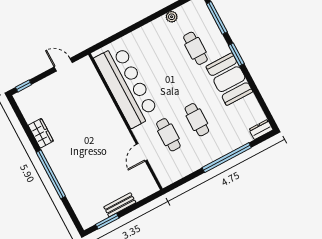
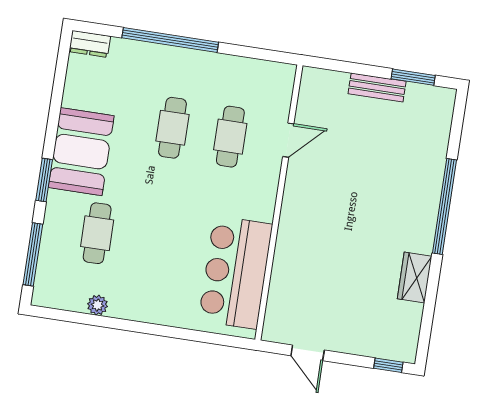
bar counter: (126, 86) -> (235, 272), width x0.73

